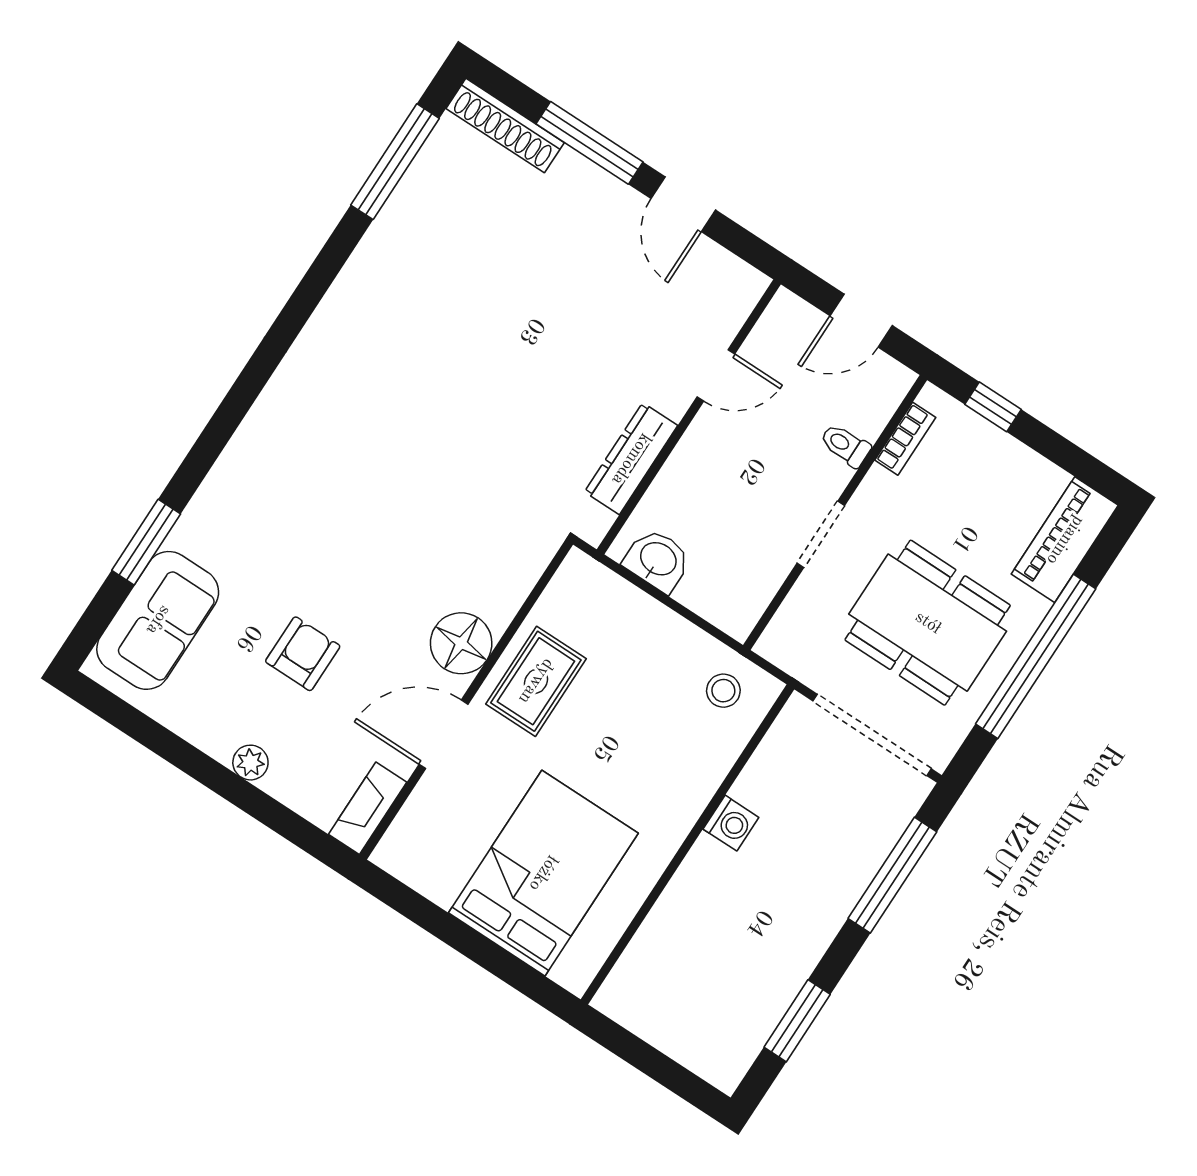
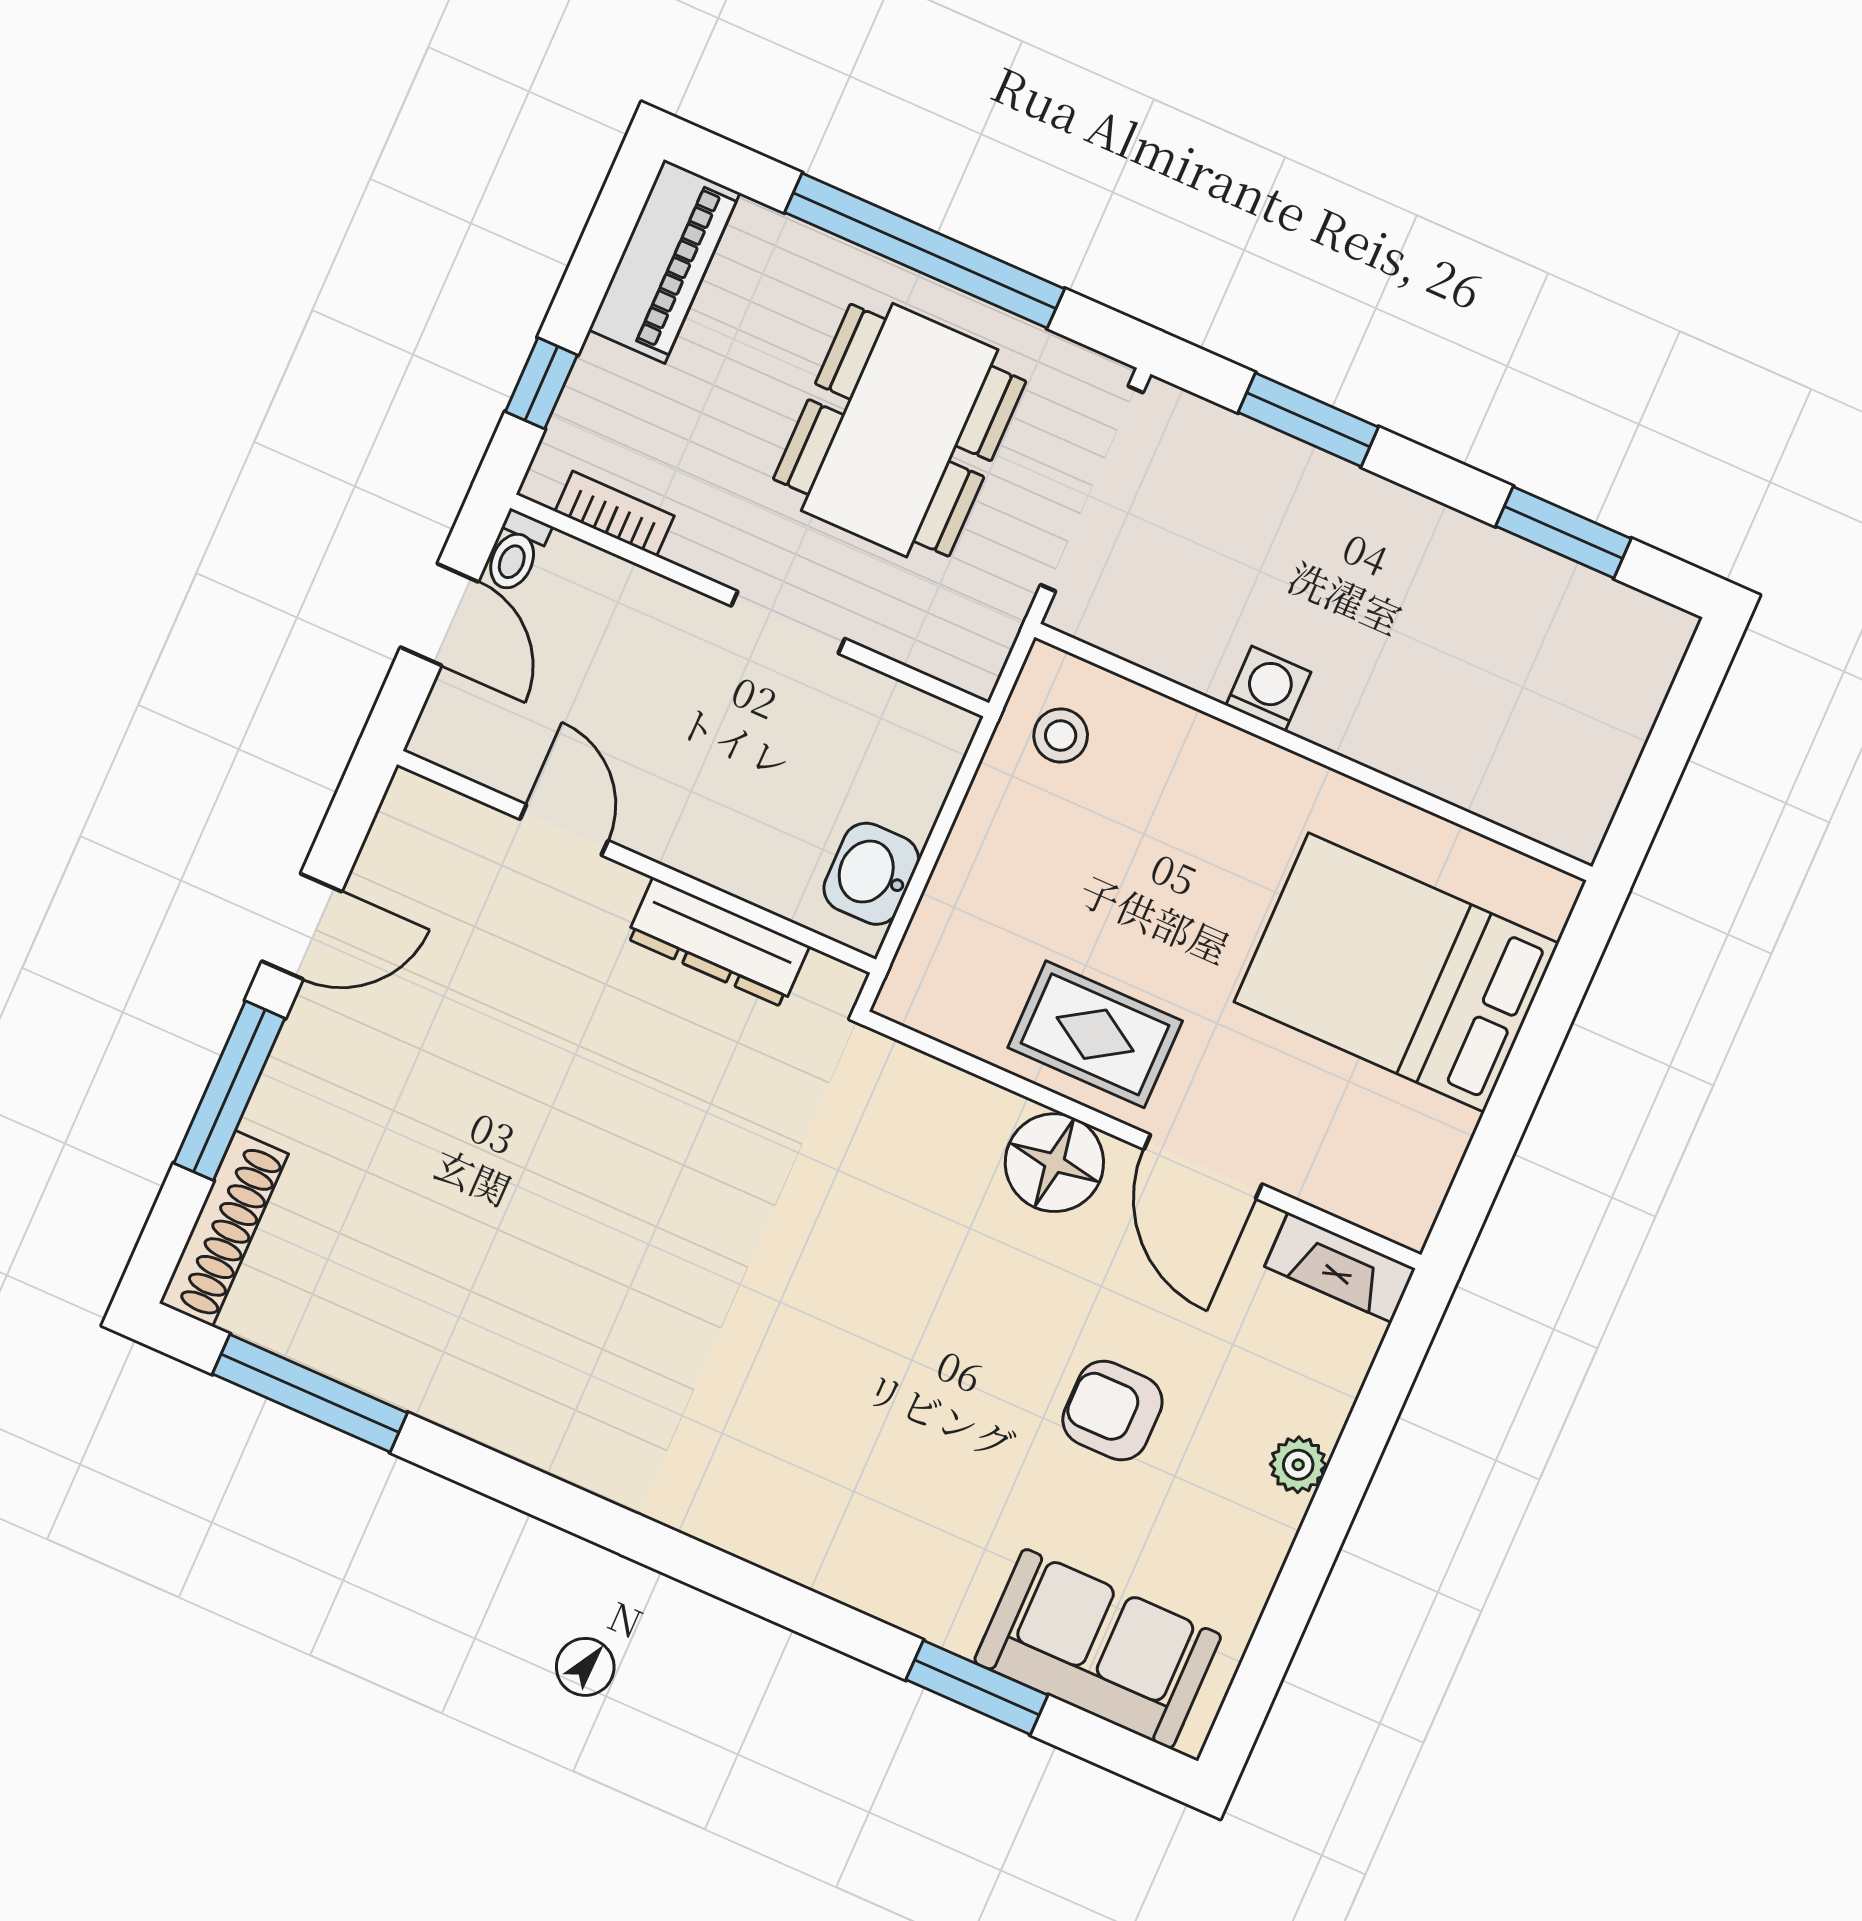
toilet: (845, 445) -> (516, 552), moved
piano: (1065, 540) -> (664, 261), moved, turned -90
window: (892, 875) -> (1308, 420), width x0.69

